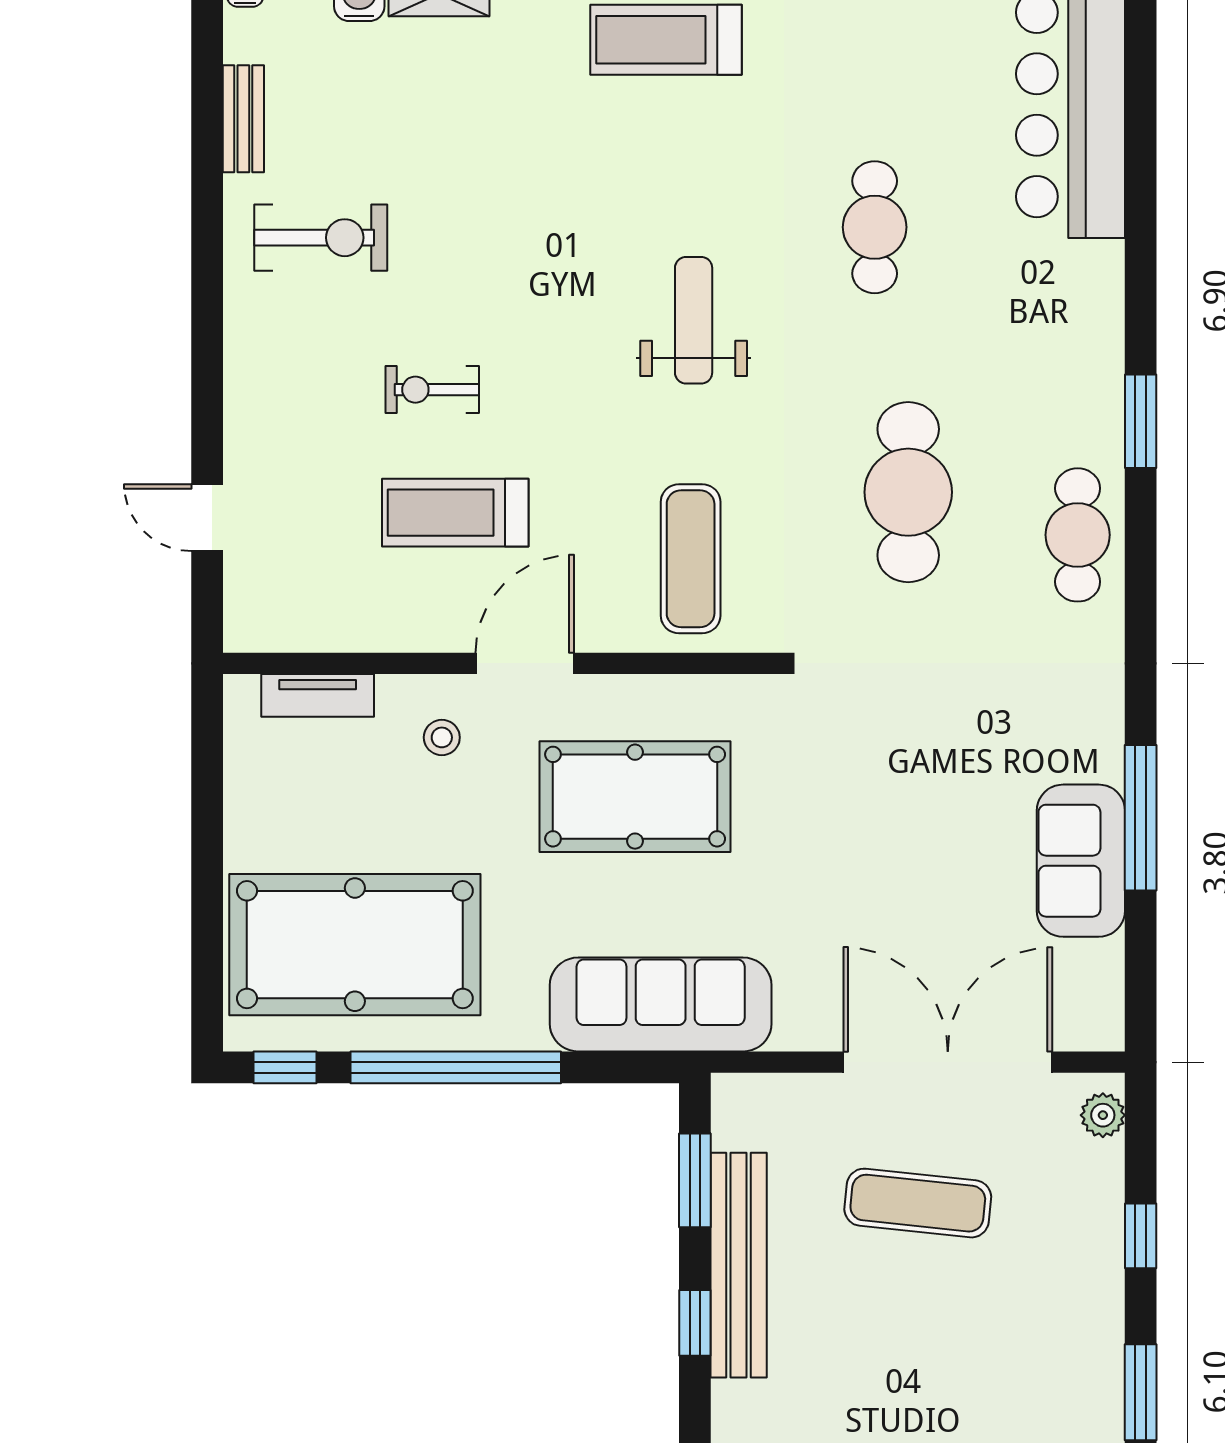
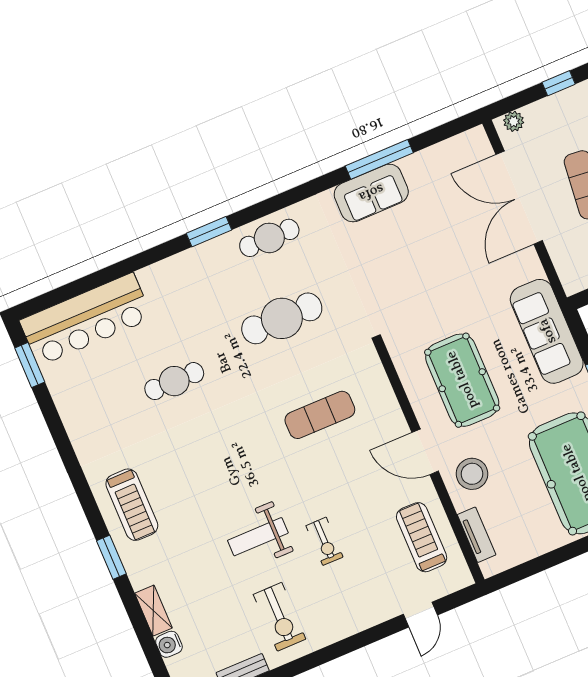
exercise bike: (321, 238) -> (280, 617), turned 180
weight bench: (694, 320) -> (258, 537), moved
treadmill: (455, 513) -> (422, 537), moved, turned 180
exercise mat: (691, 559) -> (320, 415), moved
stool: (442, 737) -> (472, 474), width x1.89, depth x1.89
sofa: (1081, 861) -> (371, 193), moved

